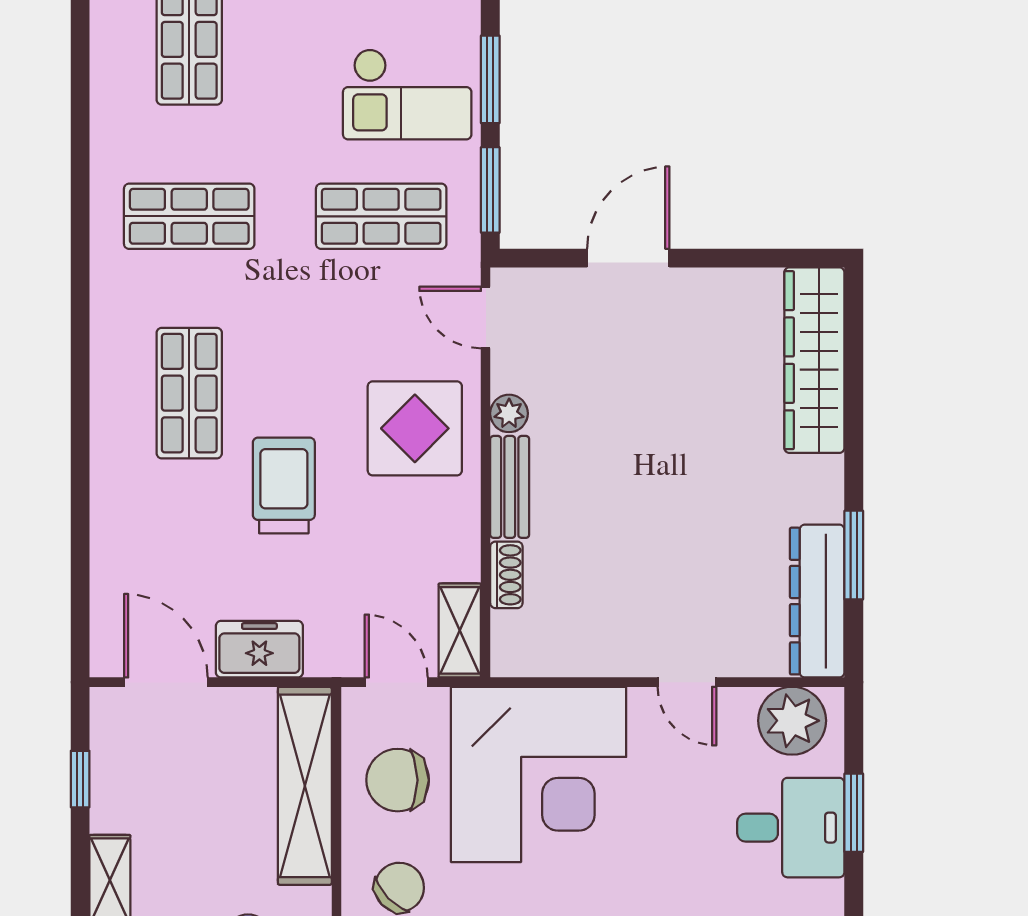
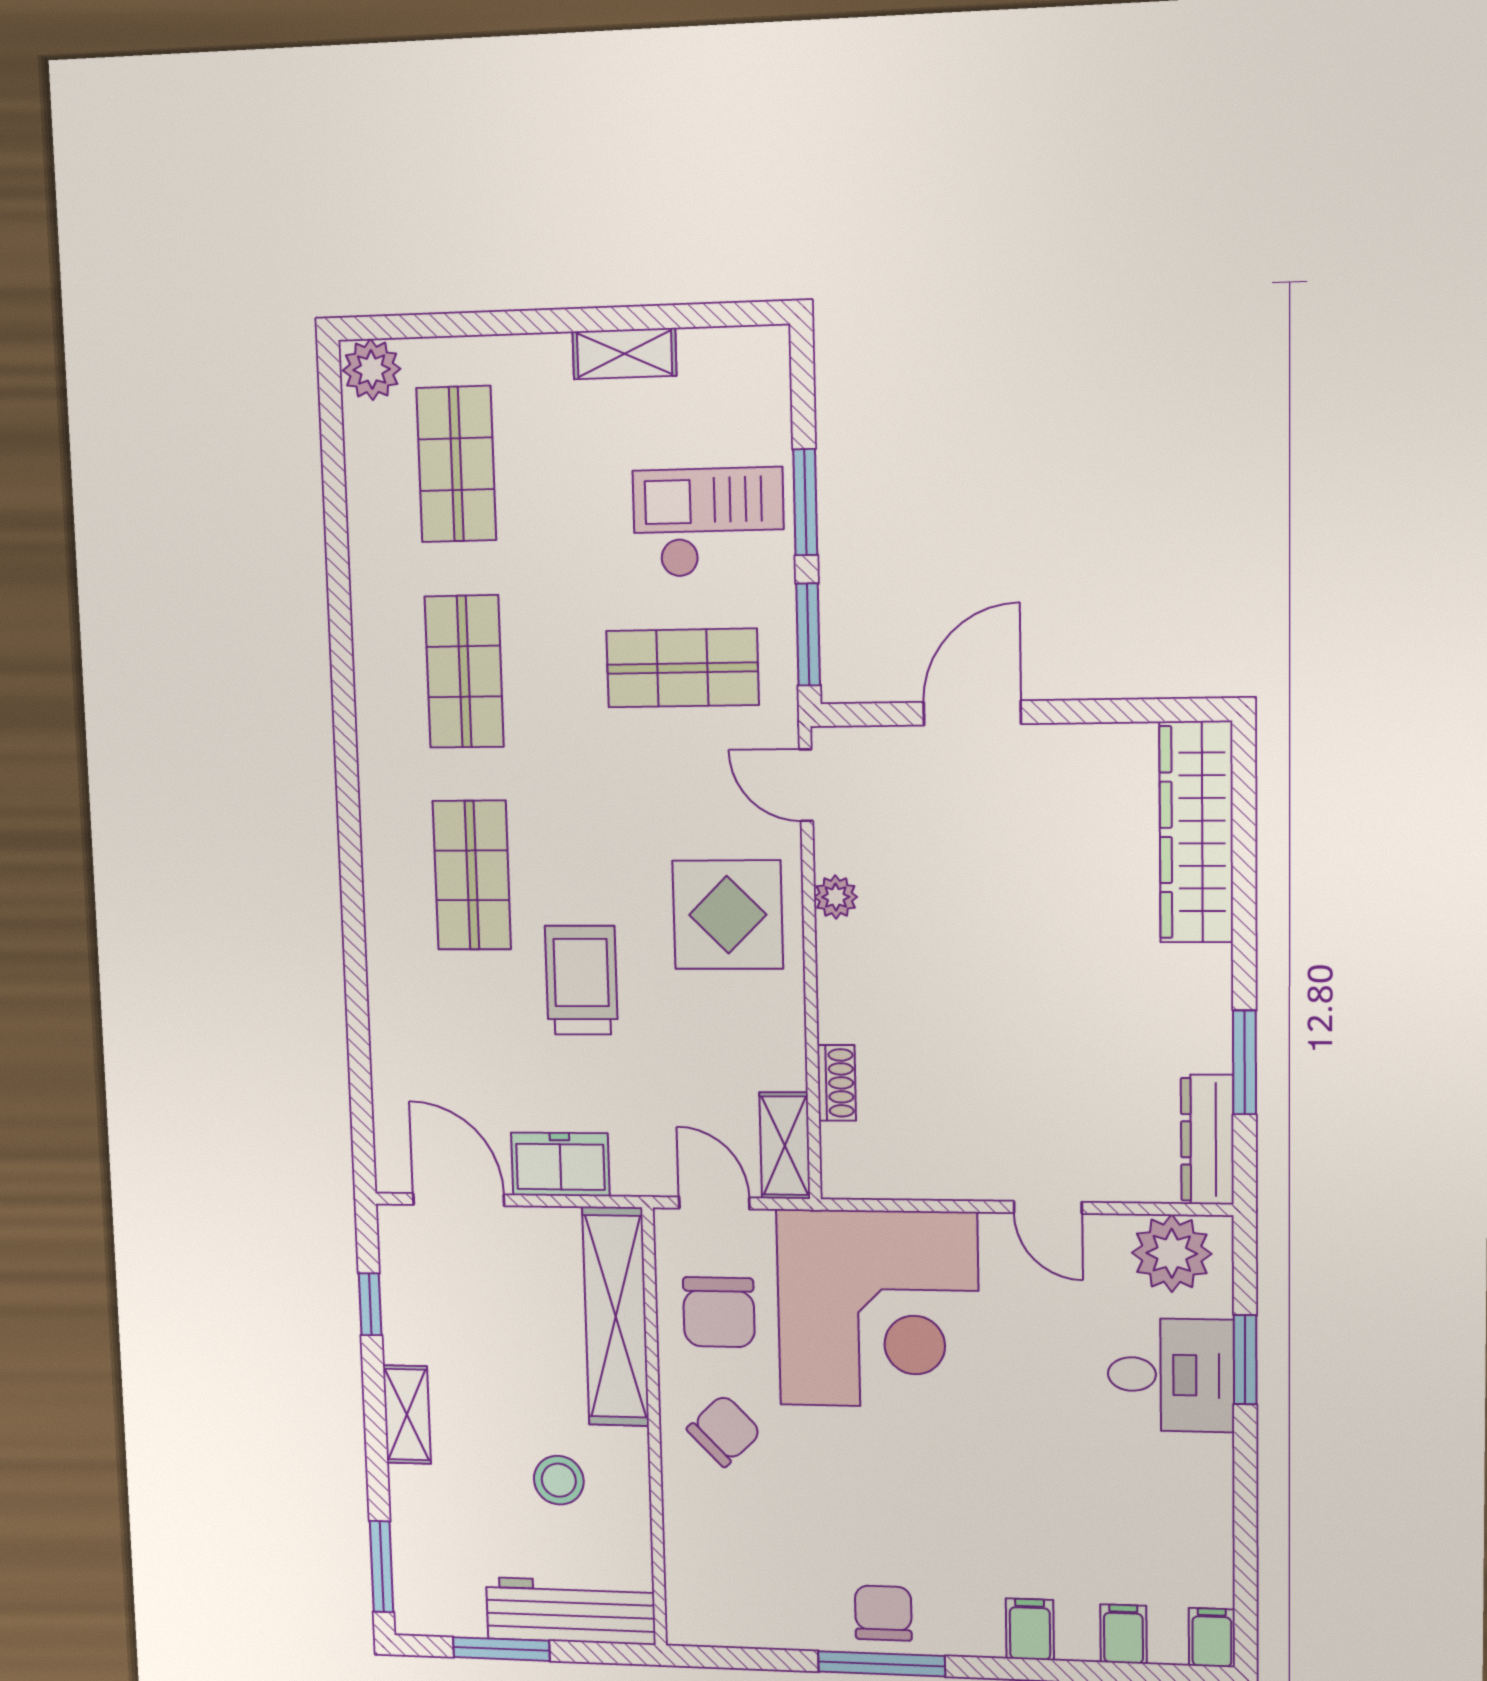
checkout: (407, 94) -> (709, 523), turned 180
shop shelf: (189, 216) -> (464, 672), turned 90
bench: (510, 487) -> (838, 982), removed
dresser: (817, 601) -> (1207, 1140), width x0.73, depth x0.80
chair: (398, 780) -> (719, 1312), turned -90

